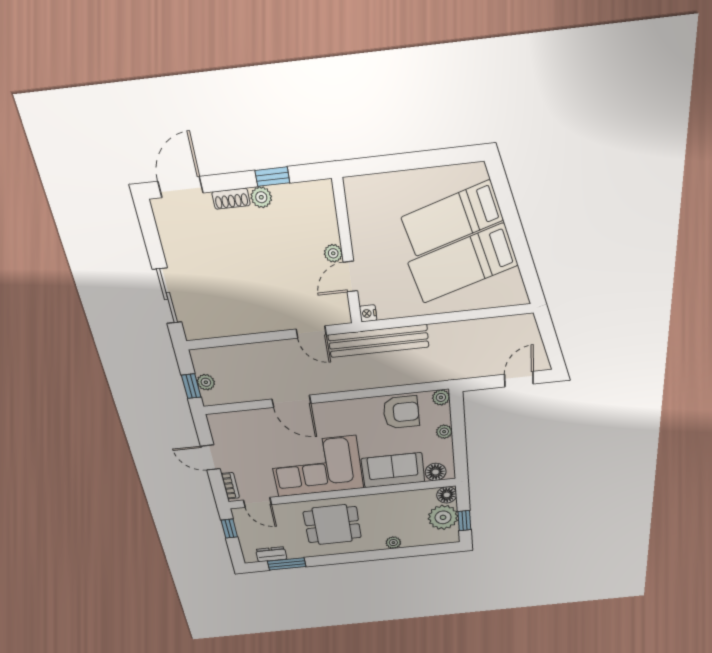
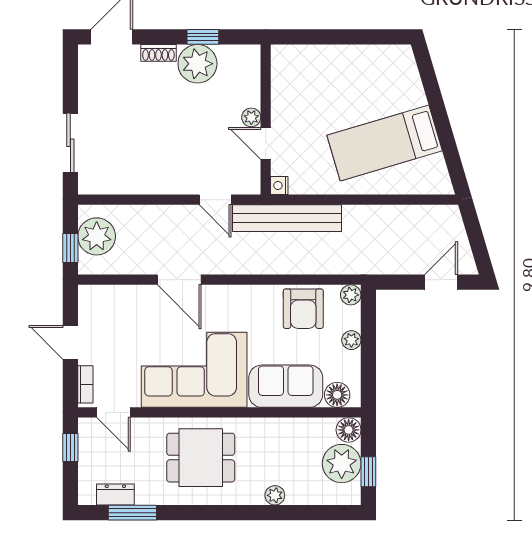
plant: (261, 197) -> (197, 64), width x1.88, depth x1.88
bed: (452, 219) -> (376, 96), removed
door: (350, 277) -> (266, 143), hinge flipped
plant: (206, 382) -> (97, 236), width x1.88, depth x1.88
armchair: (401, 412) -> (303, 309), turned 90

